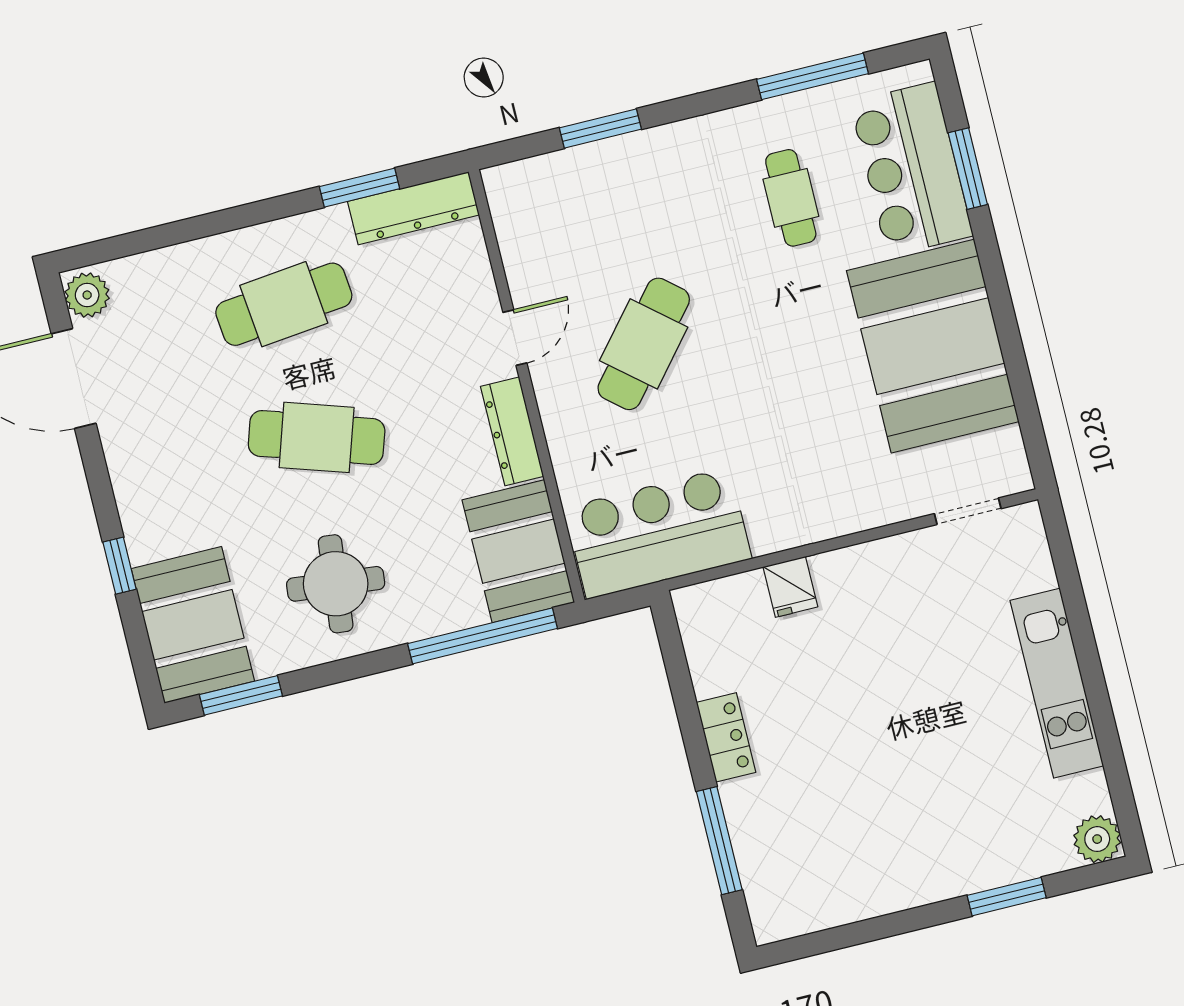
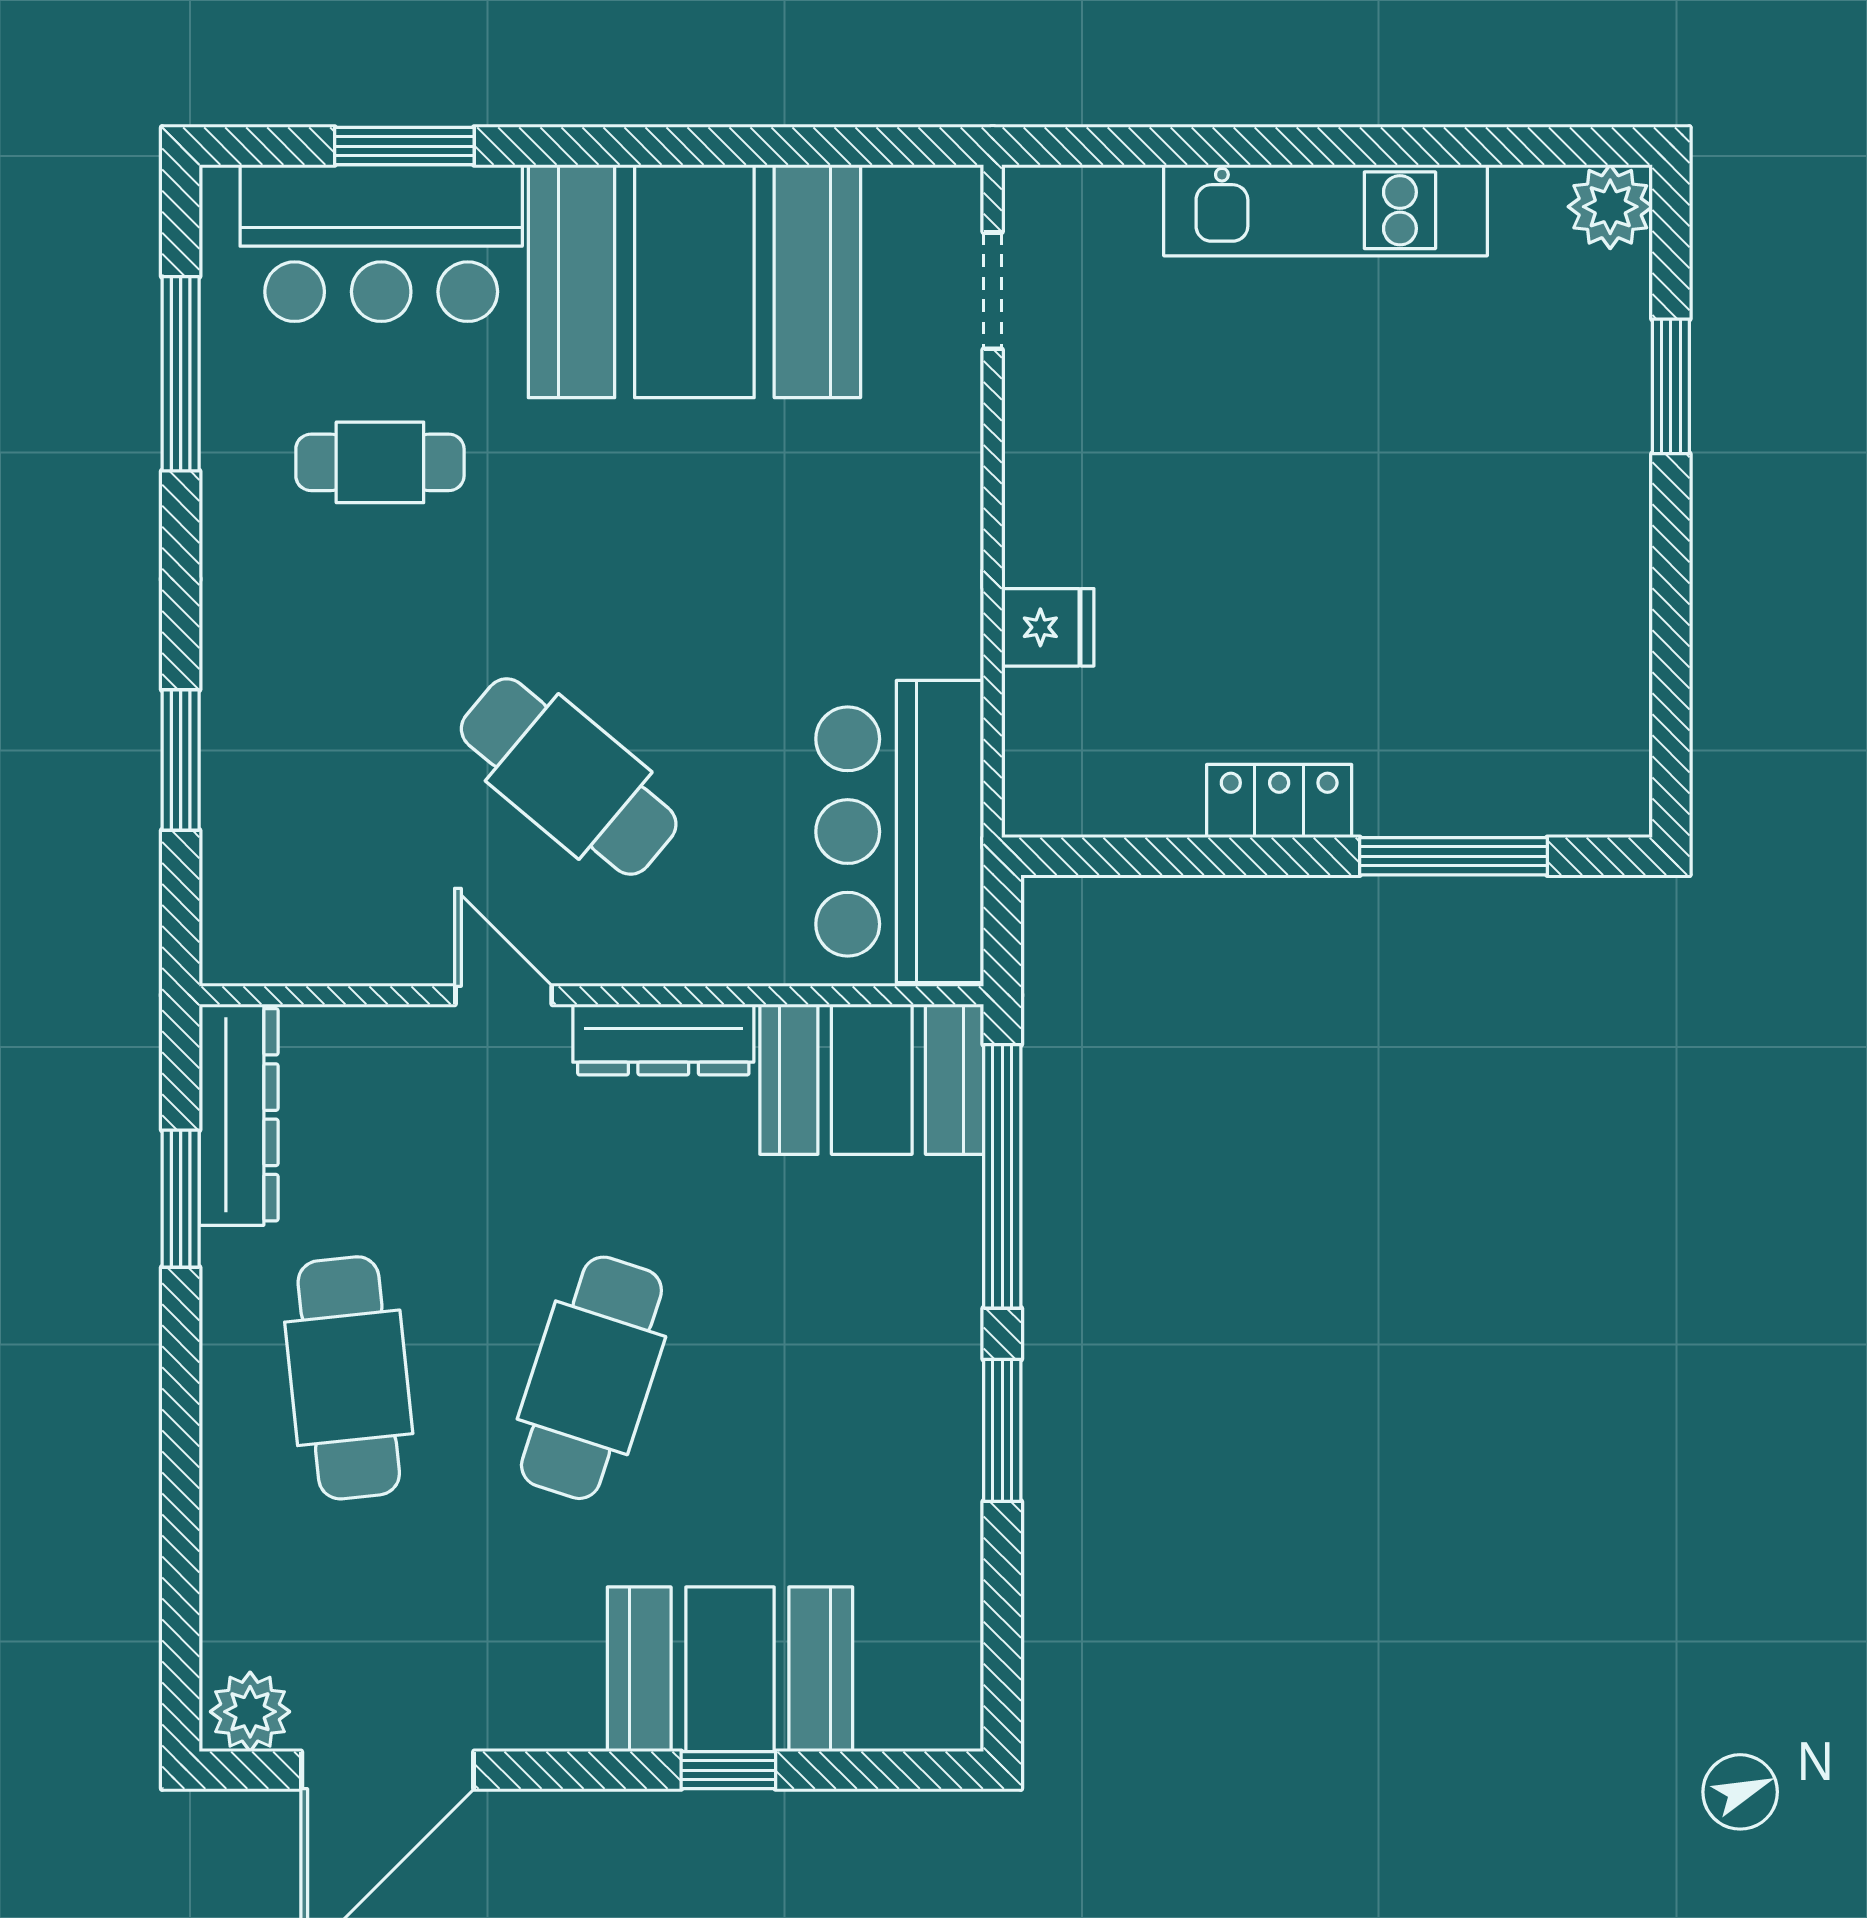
round table: (336, 584) -> (851, 1407), removed
booth: (193, 625) -> (730, 1669), moved
window: (241, 695) -> (1002, 1430), moved

